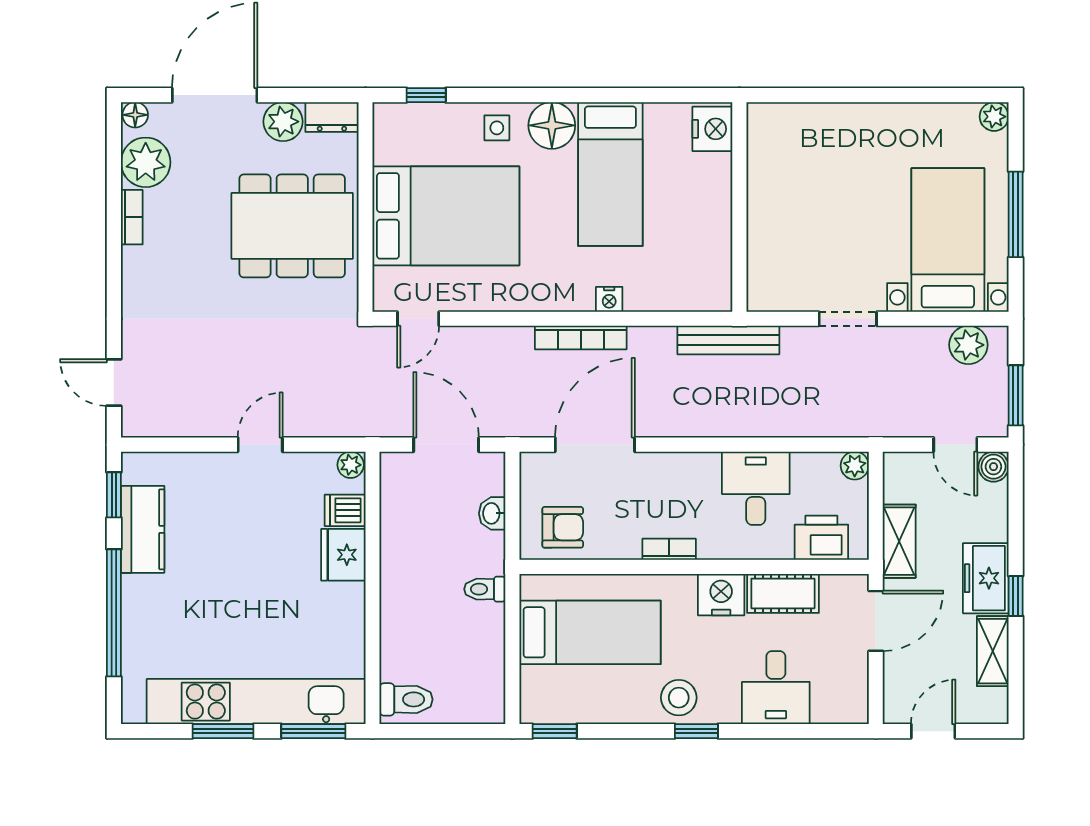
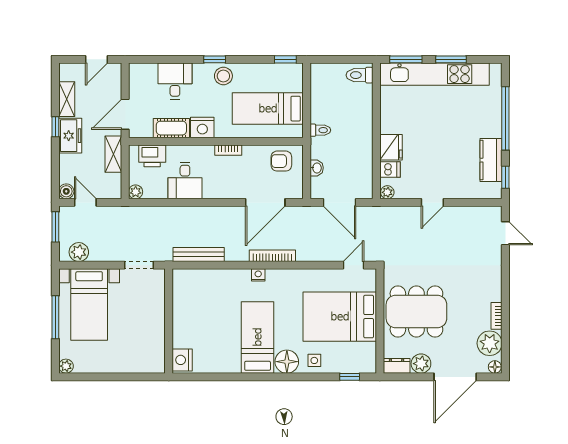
nightstand: (712, 129) -> (182, 360), moved
wall: (739, 207) -> (169, 321), moved

